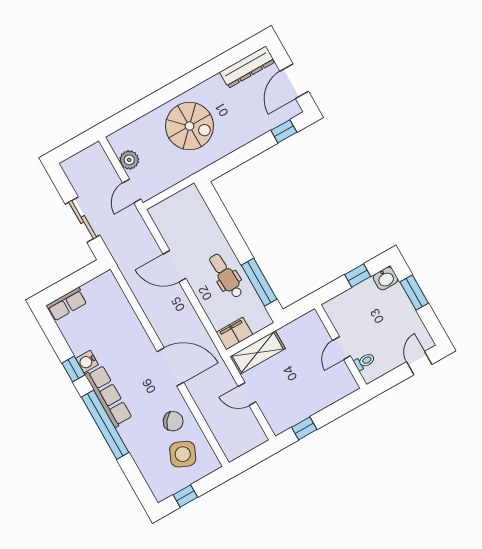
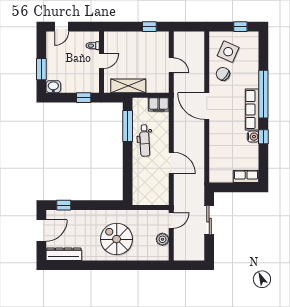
window: (358, 275) -> (84, 98), moved
shelving: (258, 352) -> (128, 86), moved

